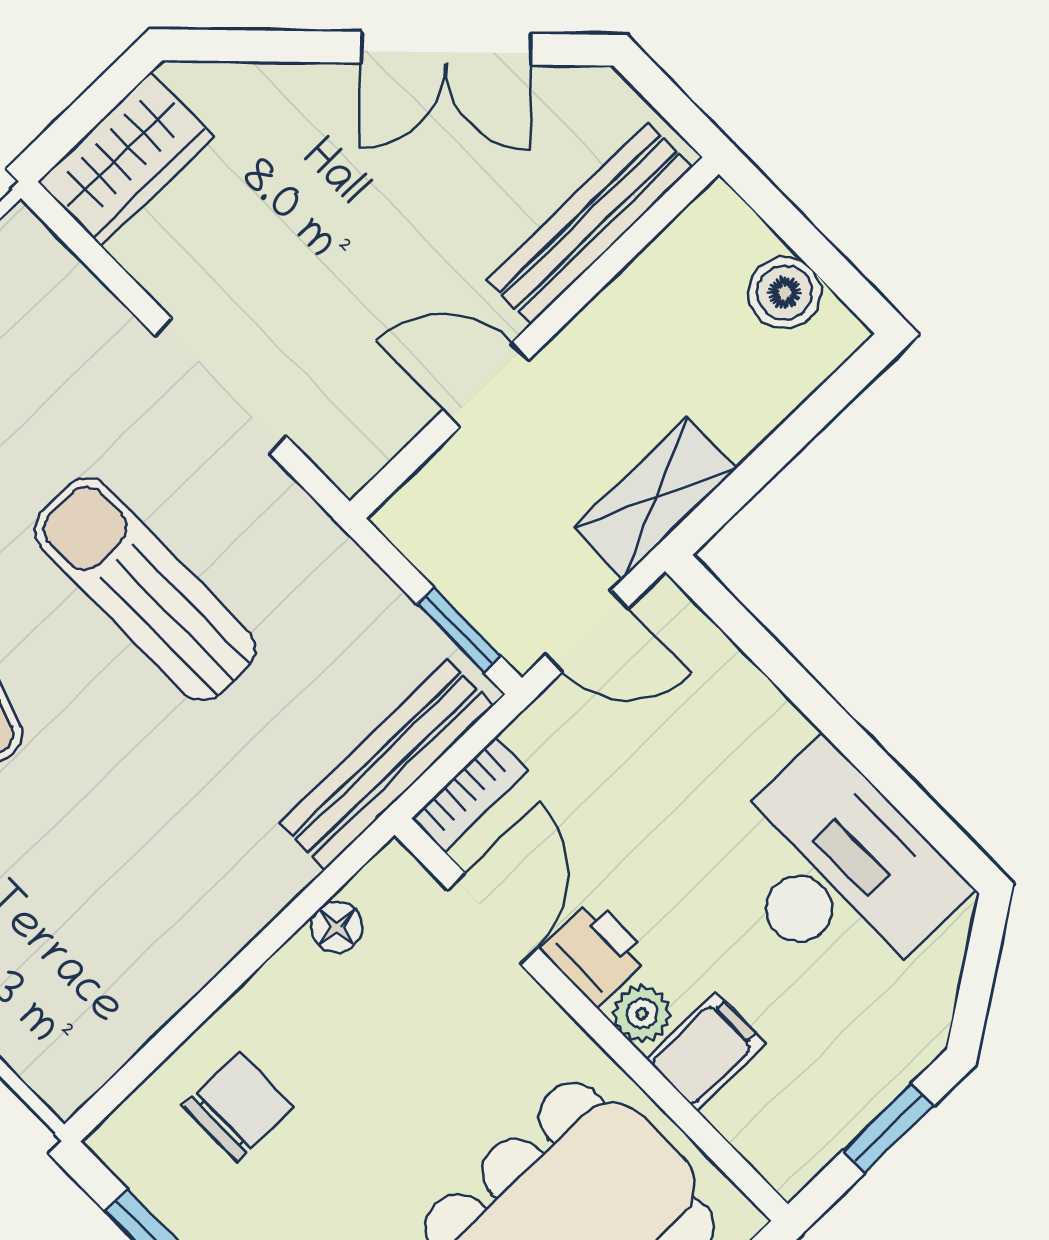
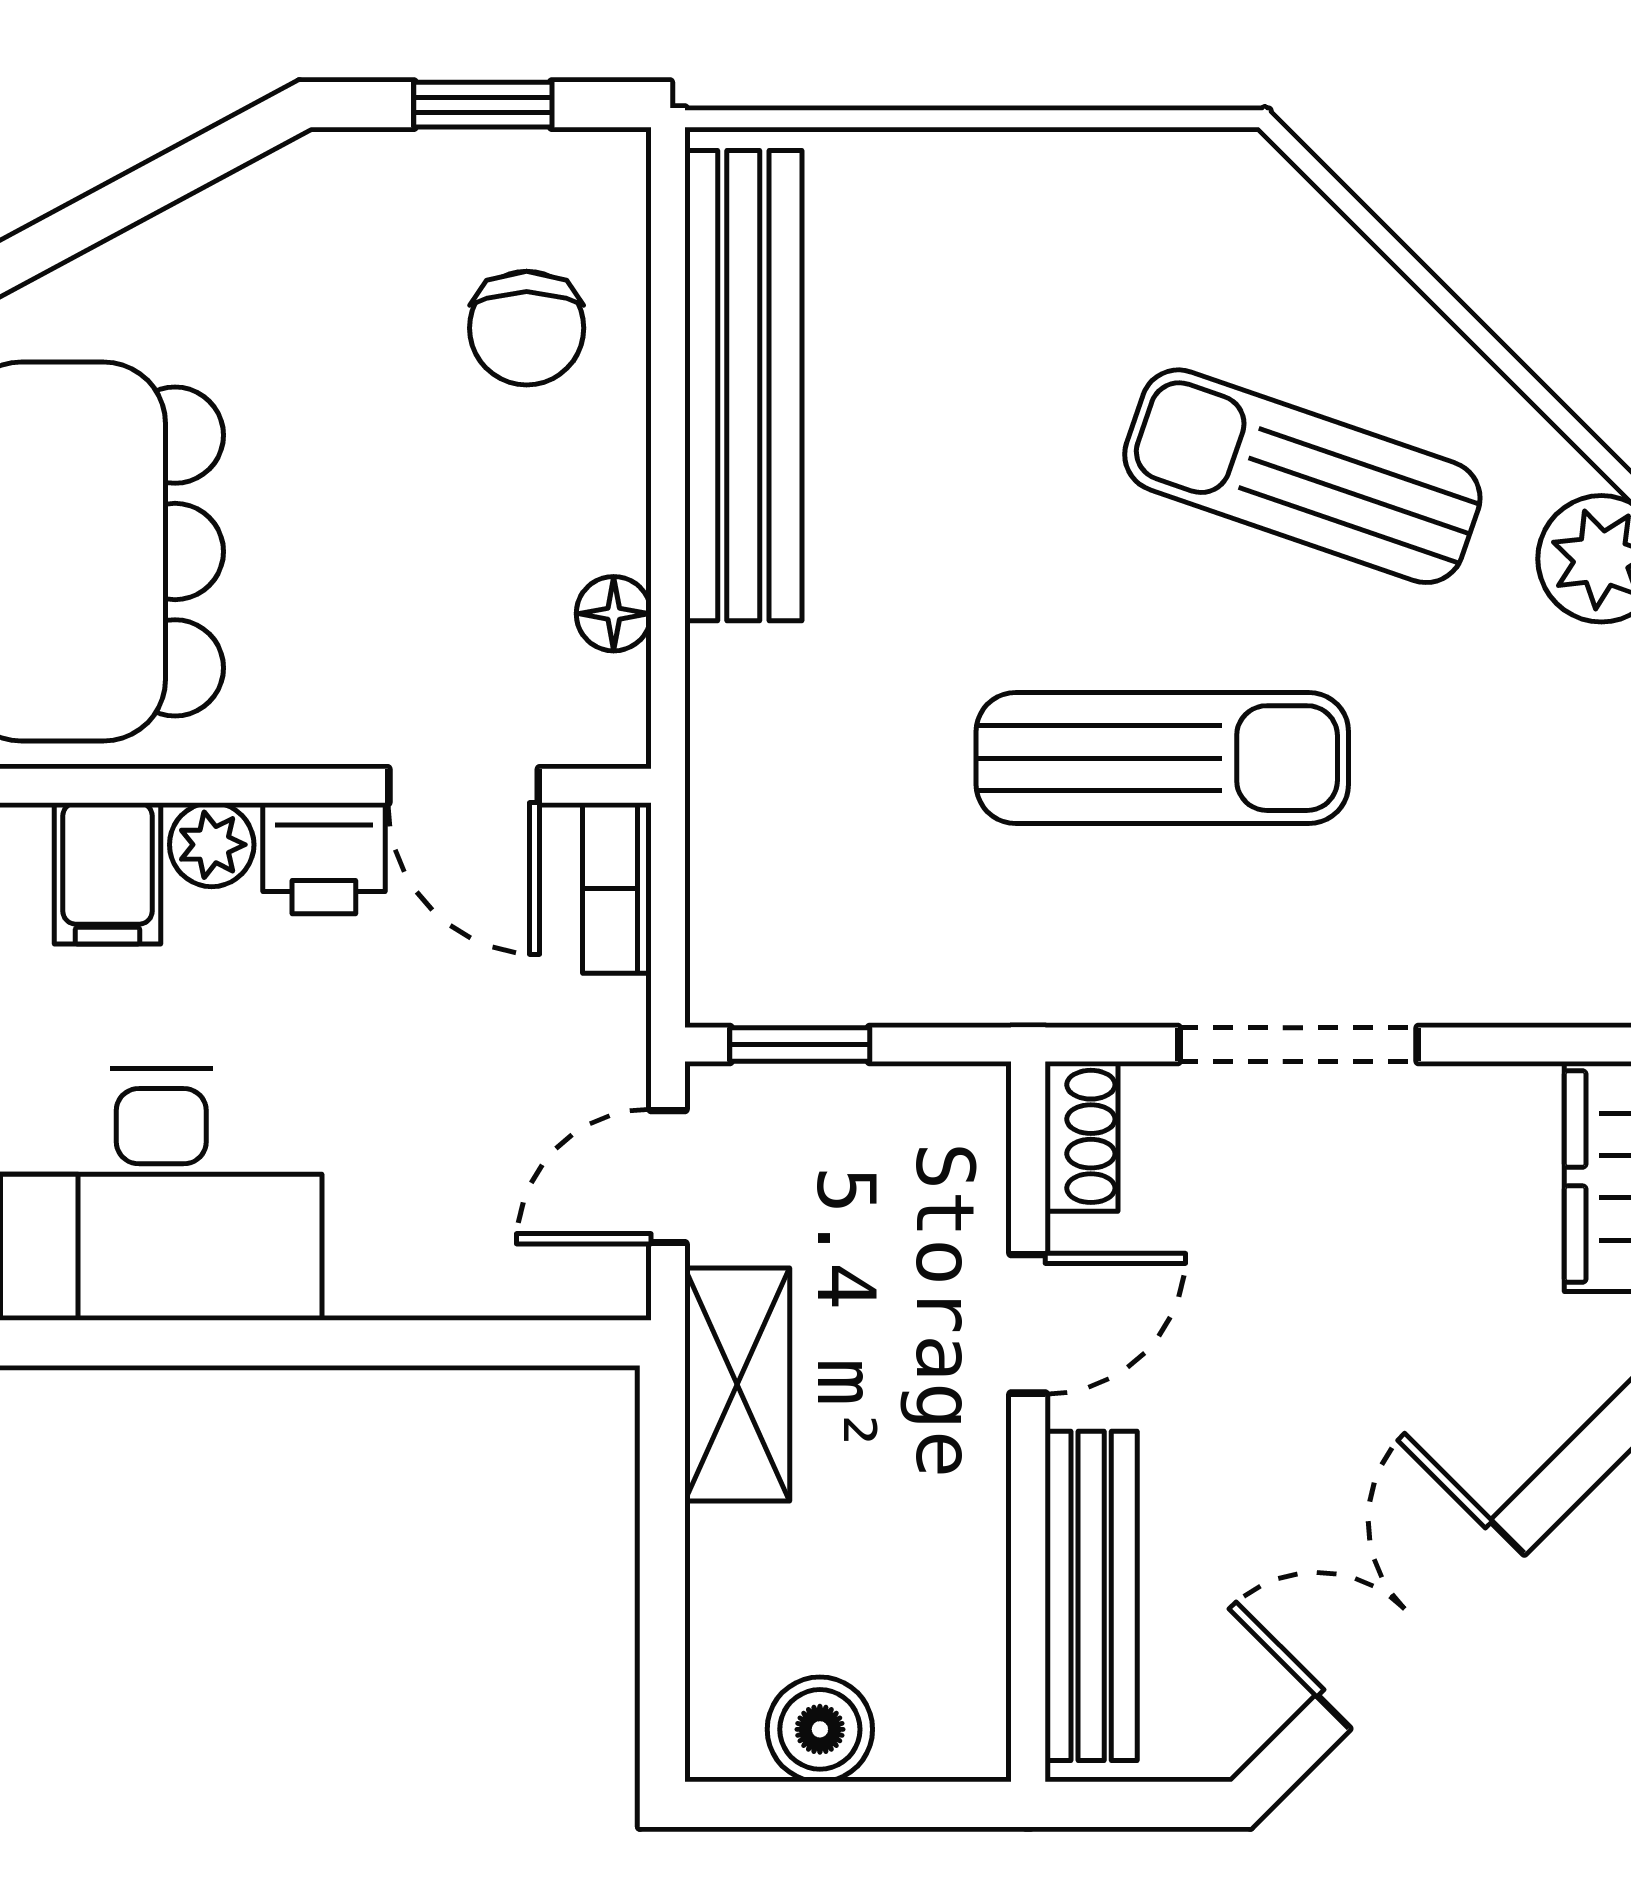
shoe rack: (369, 448) -> (1081, 1136), added
bench: (386, 765) -> (743, 386), moved, width x1.37, depth x1.21

